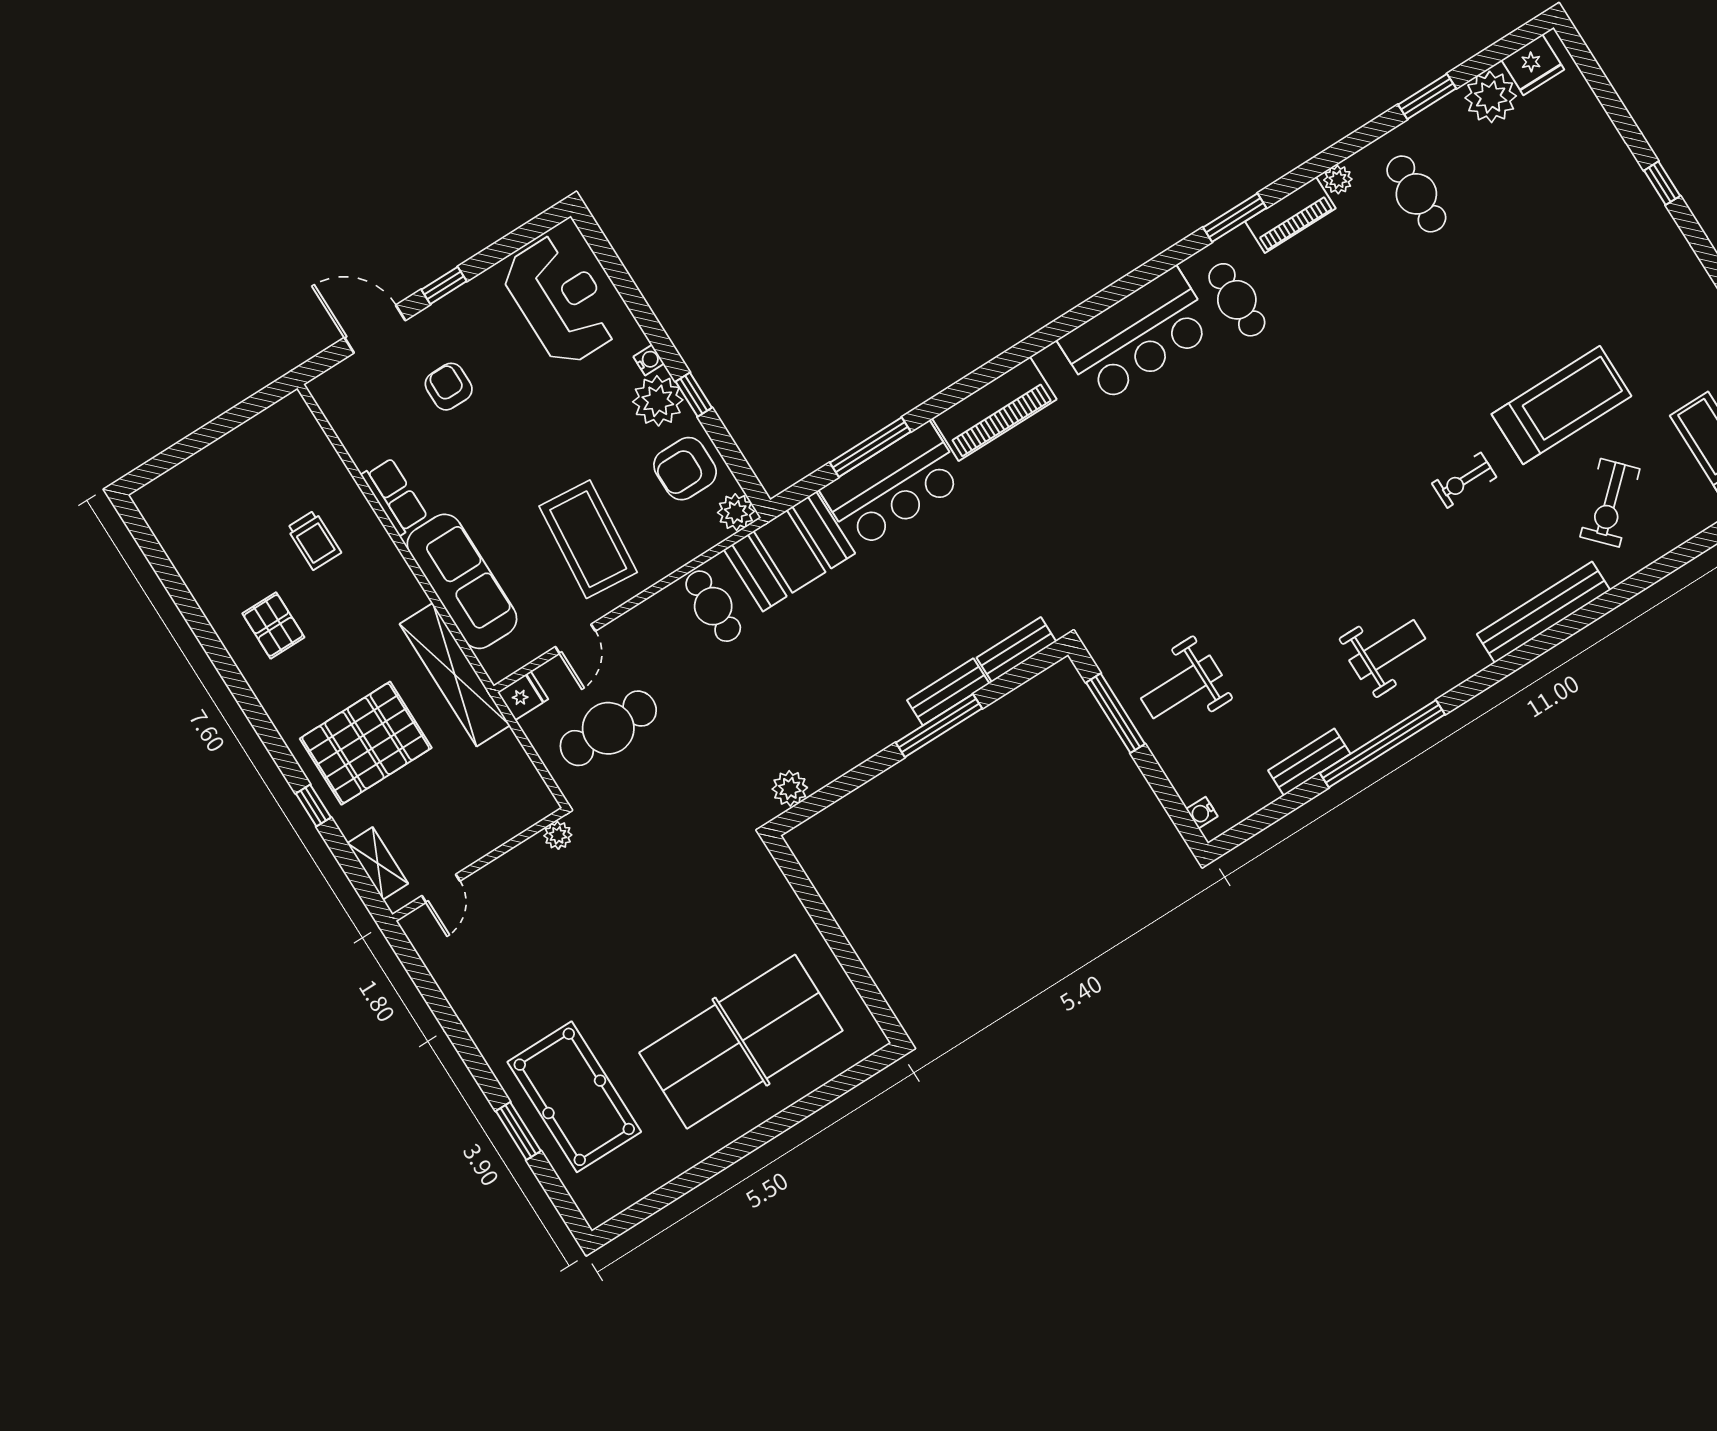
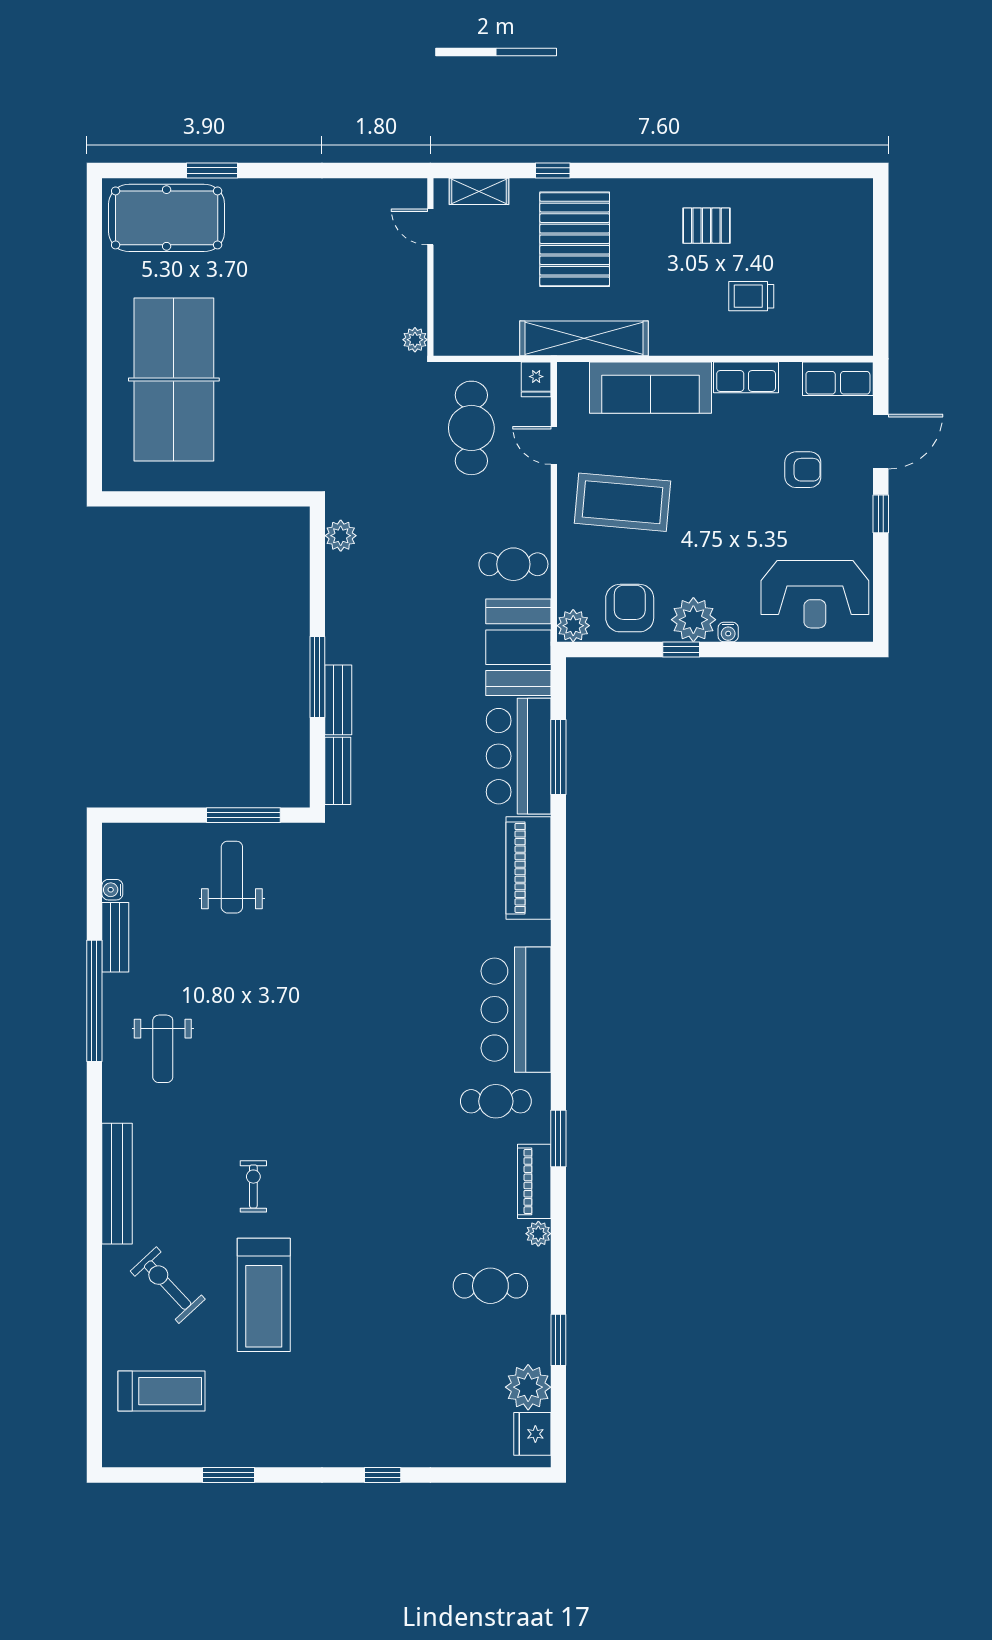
row of seats: (341, 408) -> (838, 379), added
water cooler: (1202, 813) -> (112, 890), moved, turned -90
pool table: (574, 1097) -> (167, 218), moved

